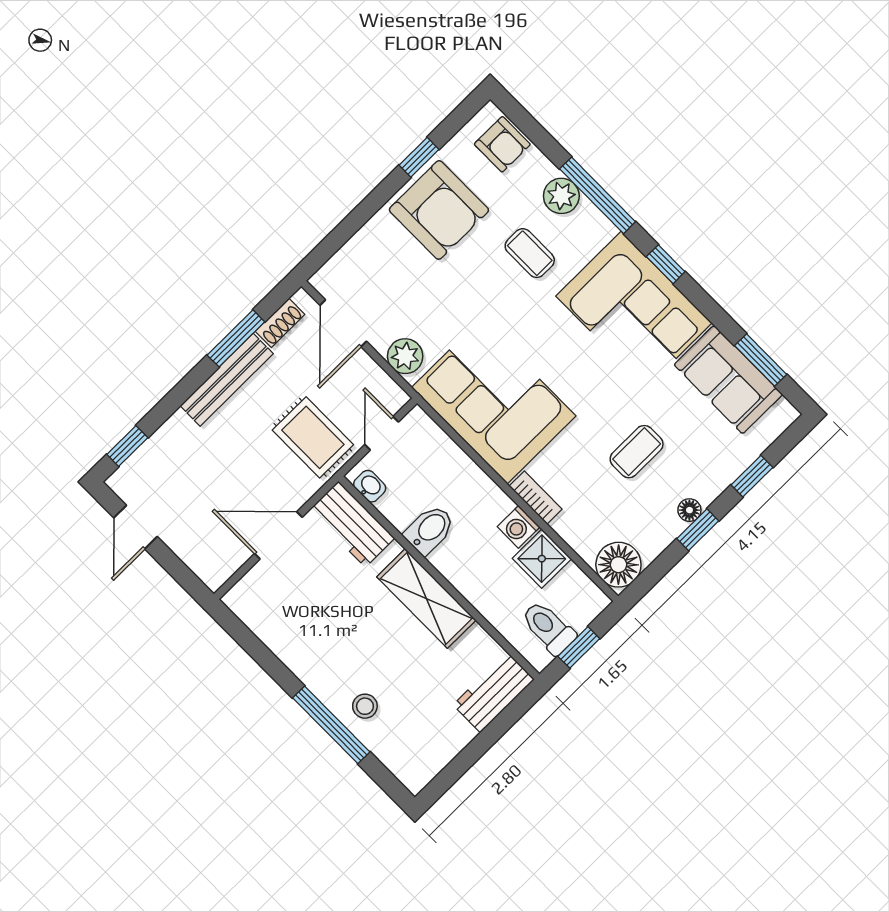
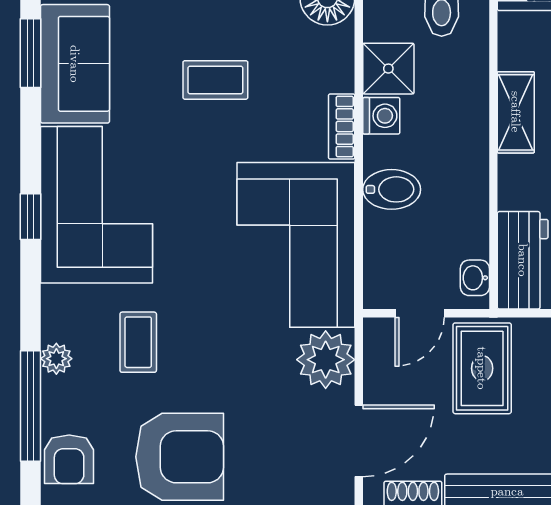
armchair: (502, 144) -> (69, 459), turned 180
window: (598, 195) -> (30, 406), moved
plant: (561, 196) -> (56, 359), width x0.73, depth x0.73
armchair: (439, 210) -> (180, 457), turned 90
plant: (405, 356) -> (326, 360), width x1.36, depth x1.36
bidet: (429, 530) -> (392, 189), moved, turned 180
shelving: (426, 599) -> (516, 112), width x0.67, depth x0.75

